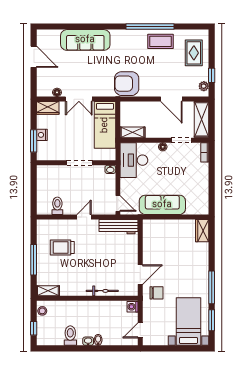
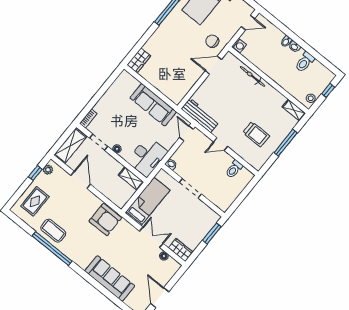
nightstand: (42, 135) -> (202, 233), removed

